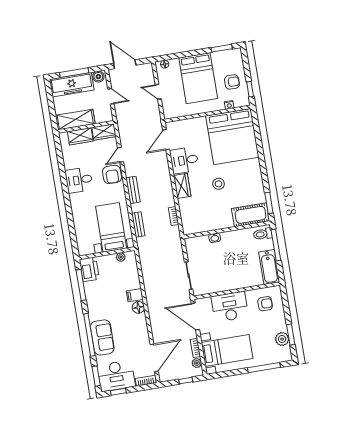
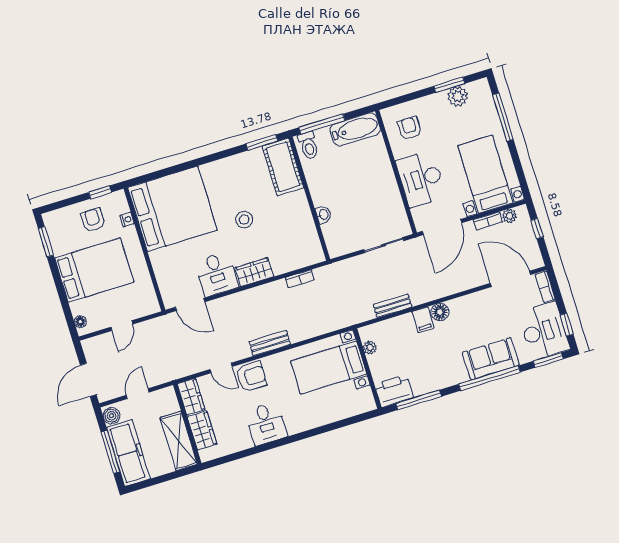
bench: (138, 224) -> (393, 306), moved

